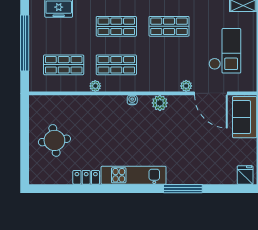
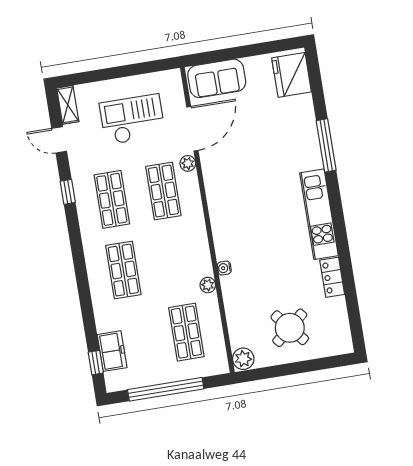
shop shelf: (116, 65) -> (163, 191), moved
water cooler: (132, 100) -> (224, 268), moved
plant: (160, 103) -> (243, 359), moved
round table: (54, 140) -> (290, 328), turned -32
fridge: (245, 175) -> (292, 75), width x1.88, depth x1.34

